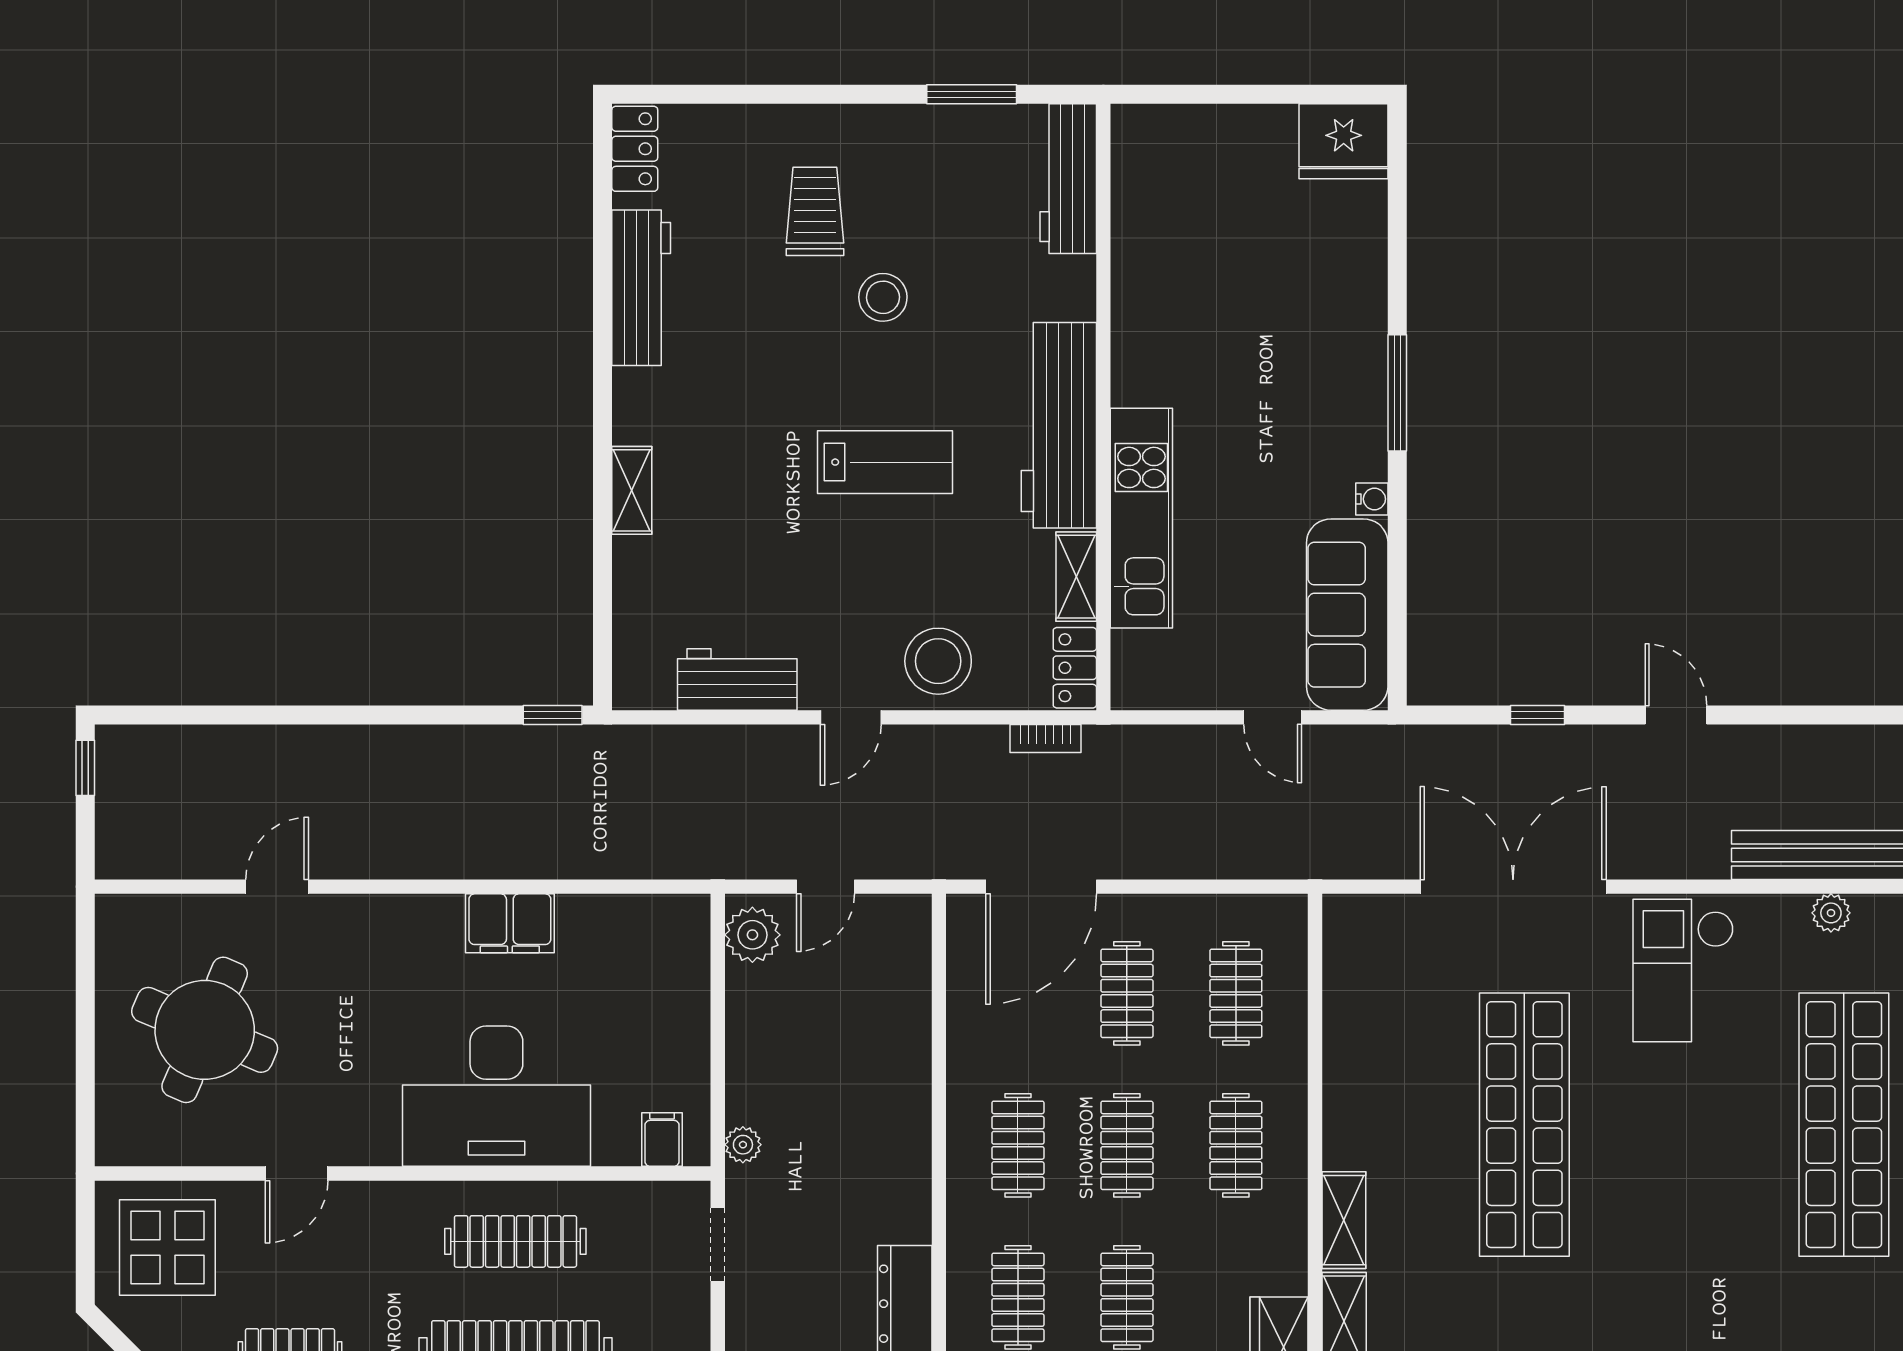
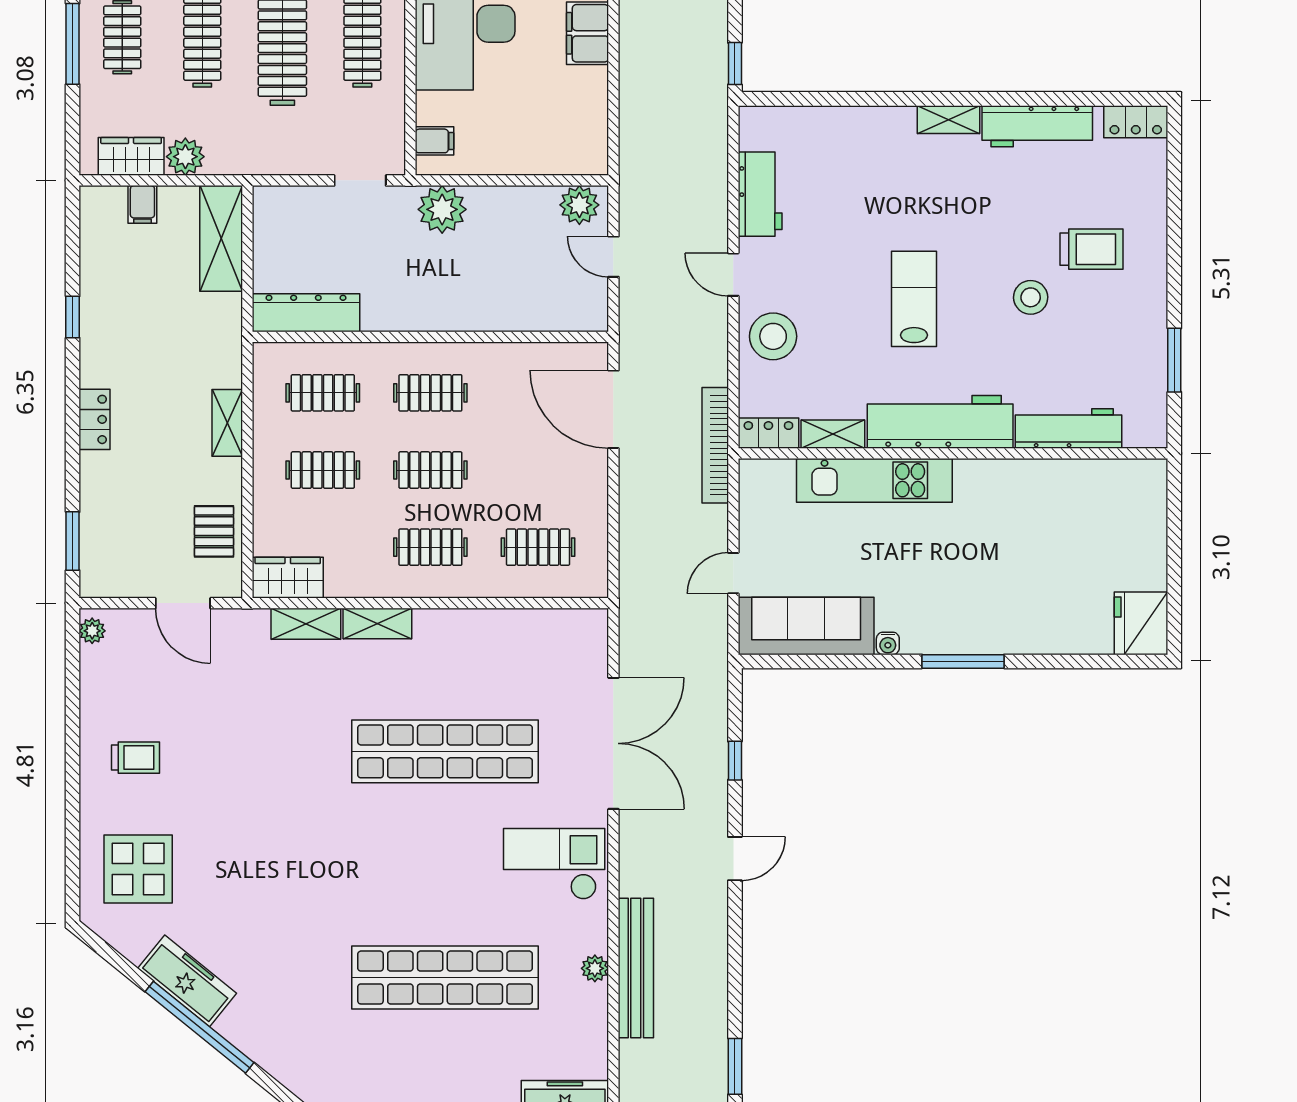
workbench: (1068, 179) -> (1069, 428), moved
lab bench: (885, 462) -> (914, 299), turned 180
shelving: (632, 490) -> (948, 120), moved
bookcase: (1045, 739) -> (715, 445), width x2.31, depth x1.31
clothes rail: (1127, 993) -> (538, 470), removed
plant: (743, 1145) -> (442, 209), width x1.87, depth x1.87

